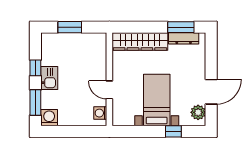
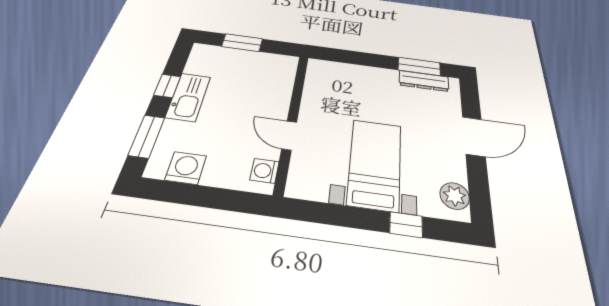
wardrobe: (140, 42) -> (352, 75), removed
kitchen sink: (49, 78) -> (188, 97), width x1.38
door: (211, 92) -> (474, 136), moved
washing machine: (49, 118) -> (186, 168), moved

